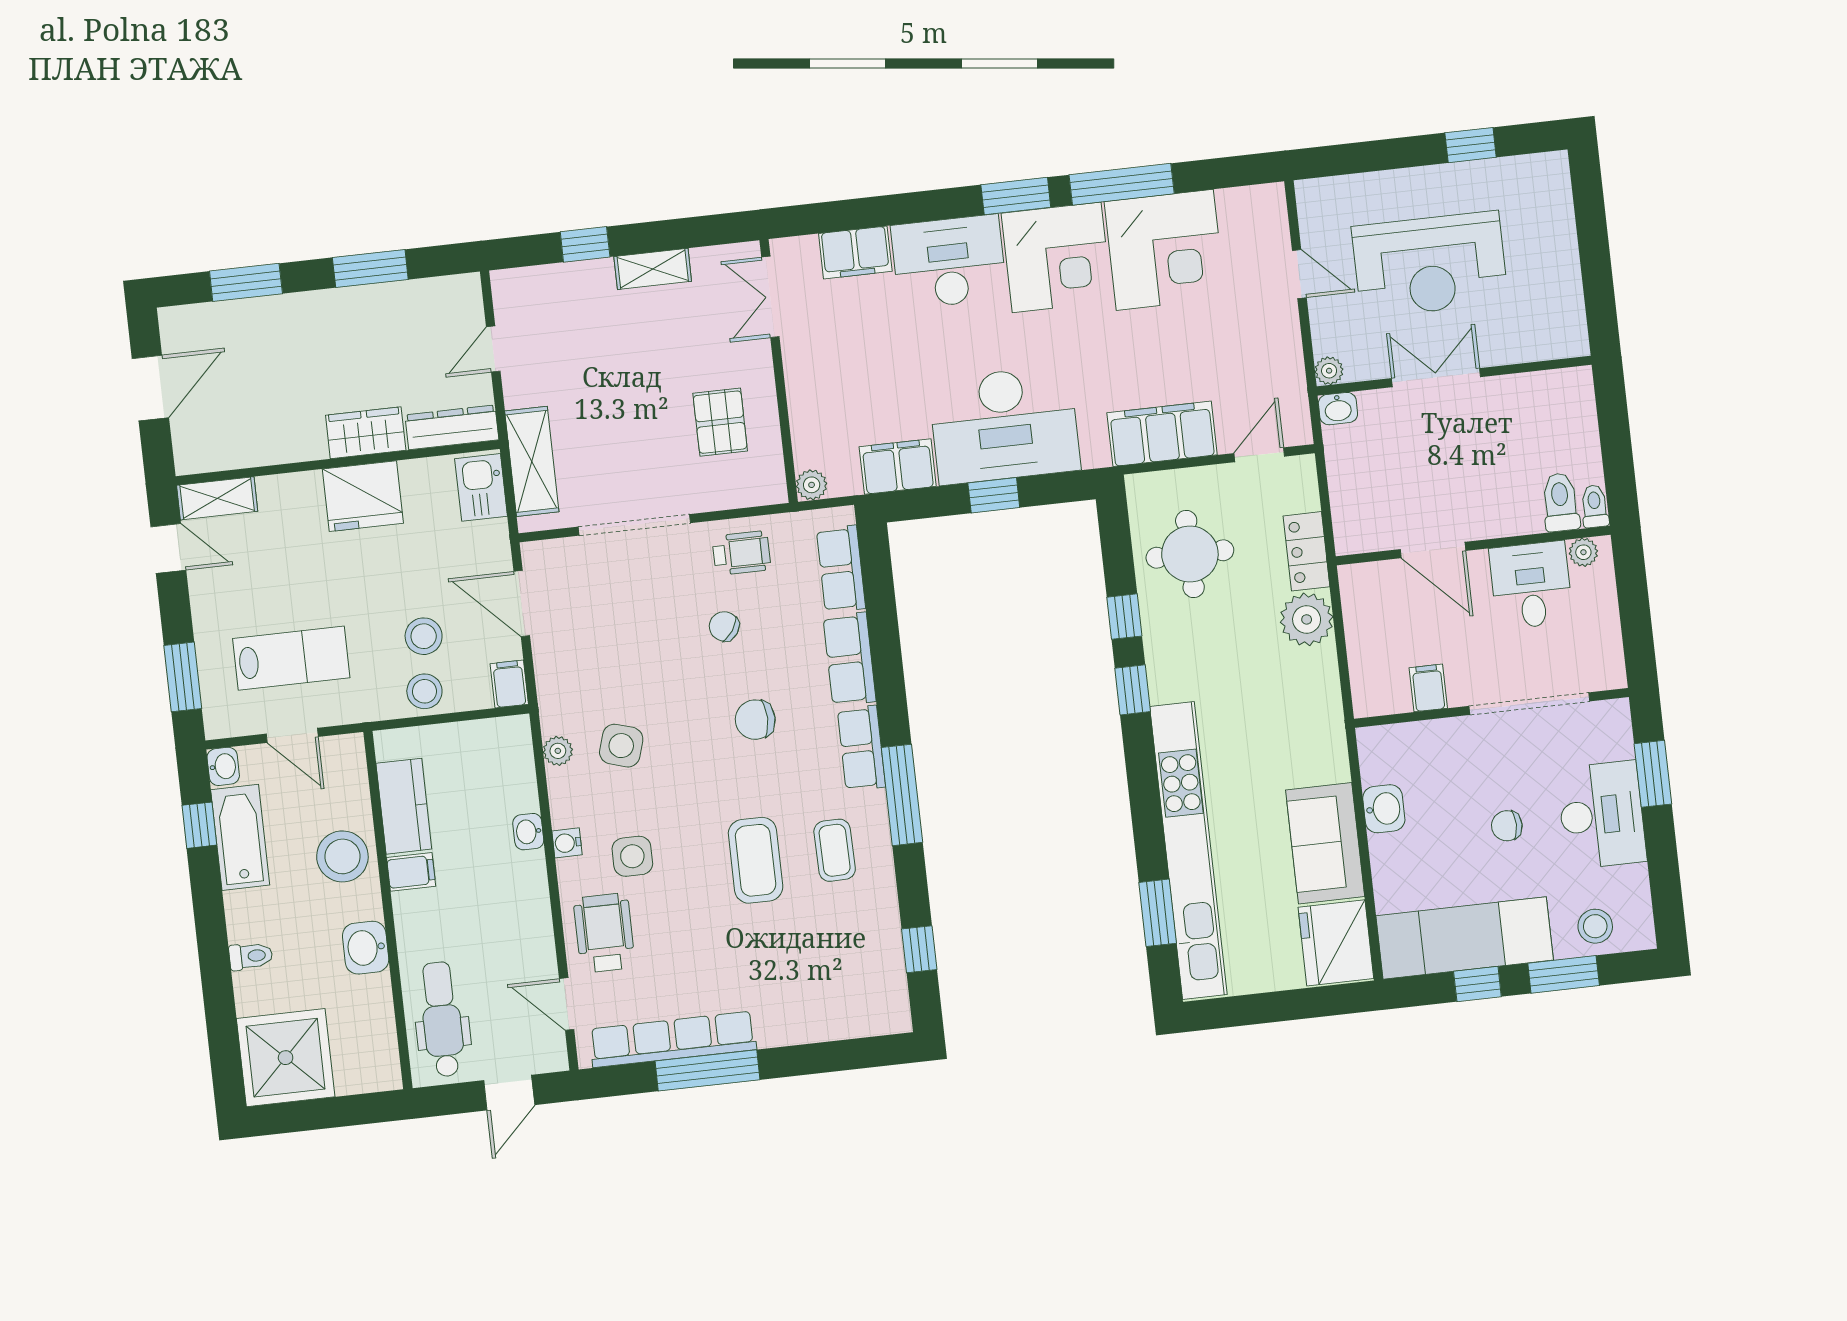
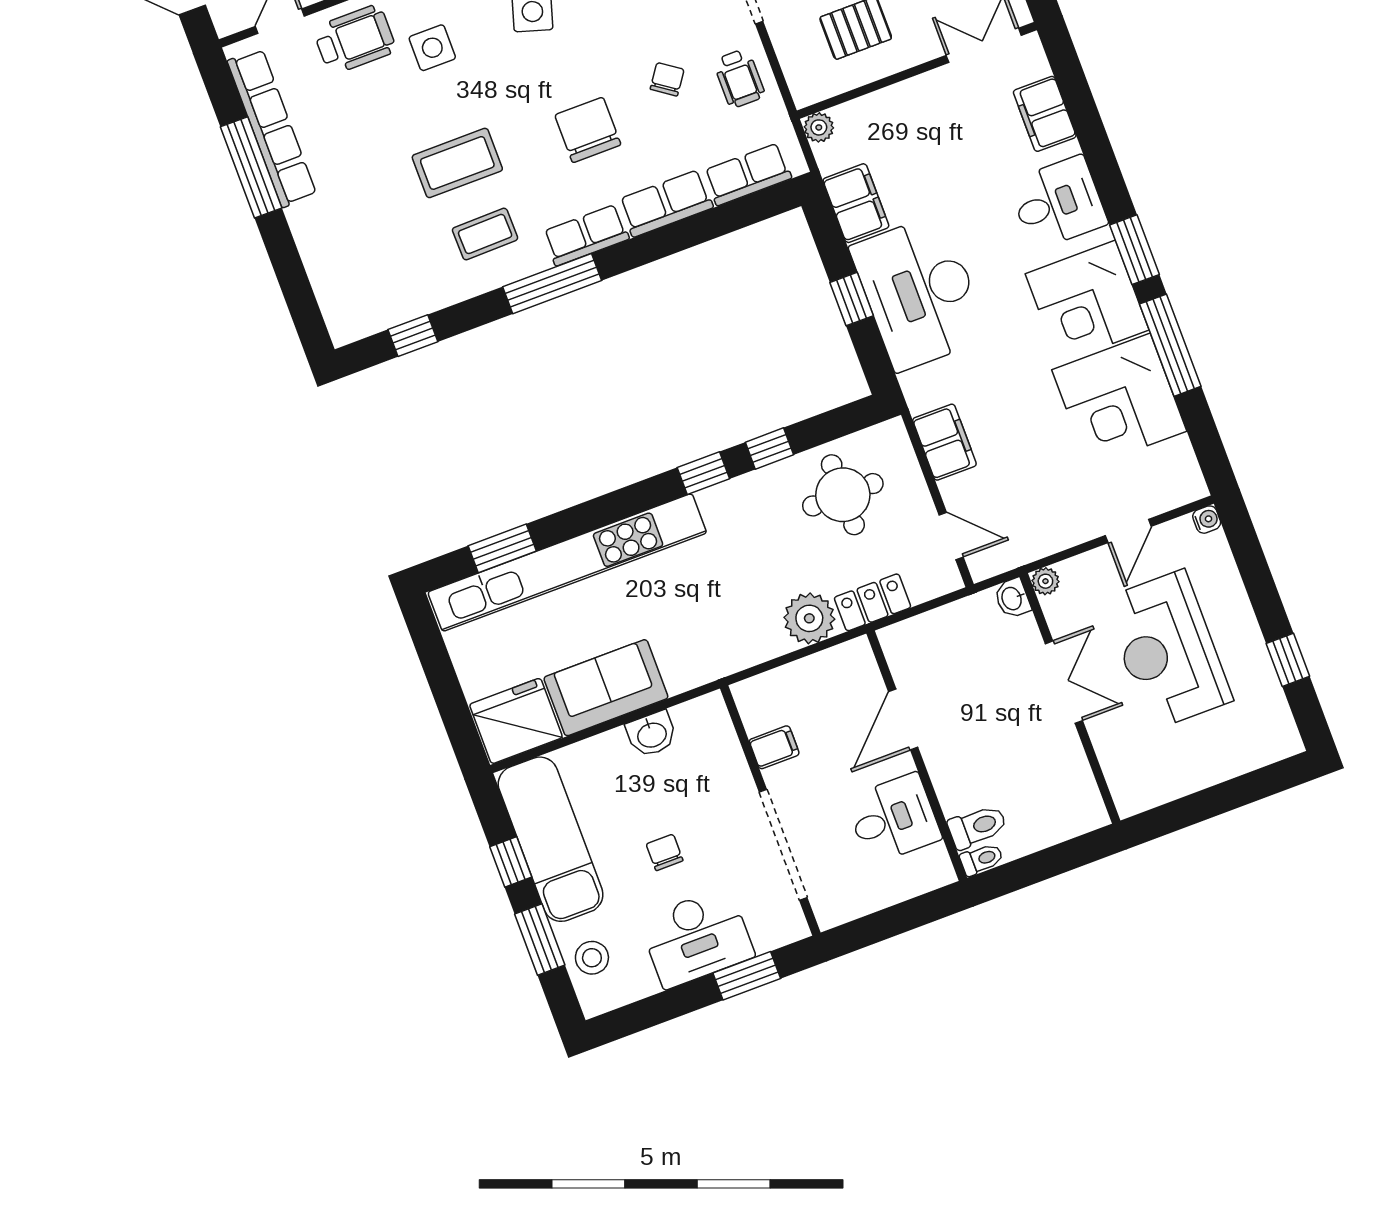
water cooler: (1308, 192) -> (1207, 520), added
desk: (949, 262) -> (1058, 203), width x0.73
filing cabinet: (1162, 434) -> (944, 442), width x0.67, depth x0.86
plant: (1583, 552) -> (936, 860), removed
chair: (755, 720) -> (588, 130), width x1.37, depth x1.37

